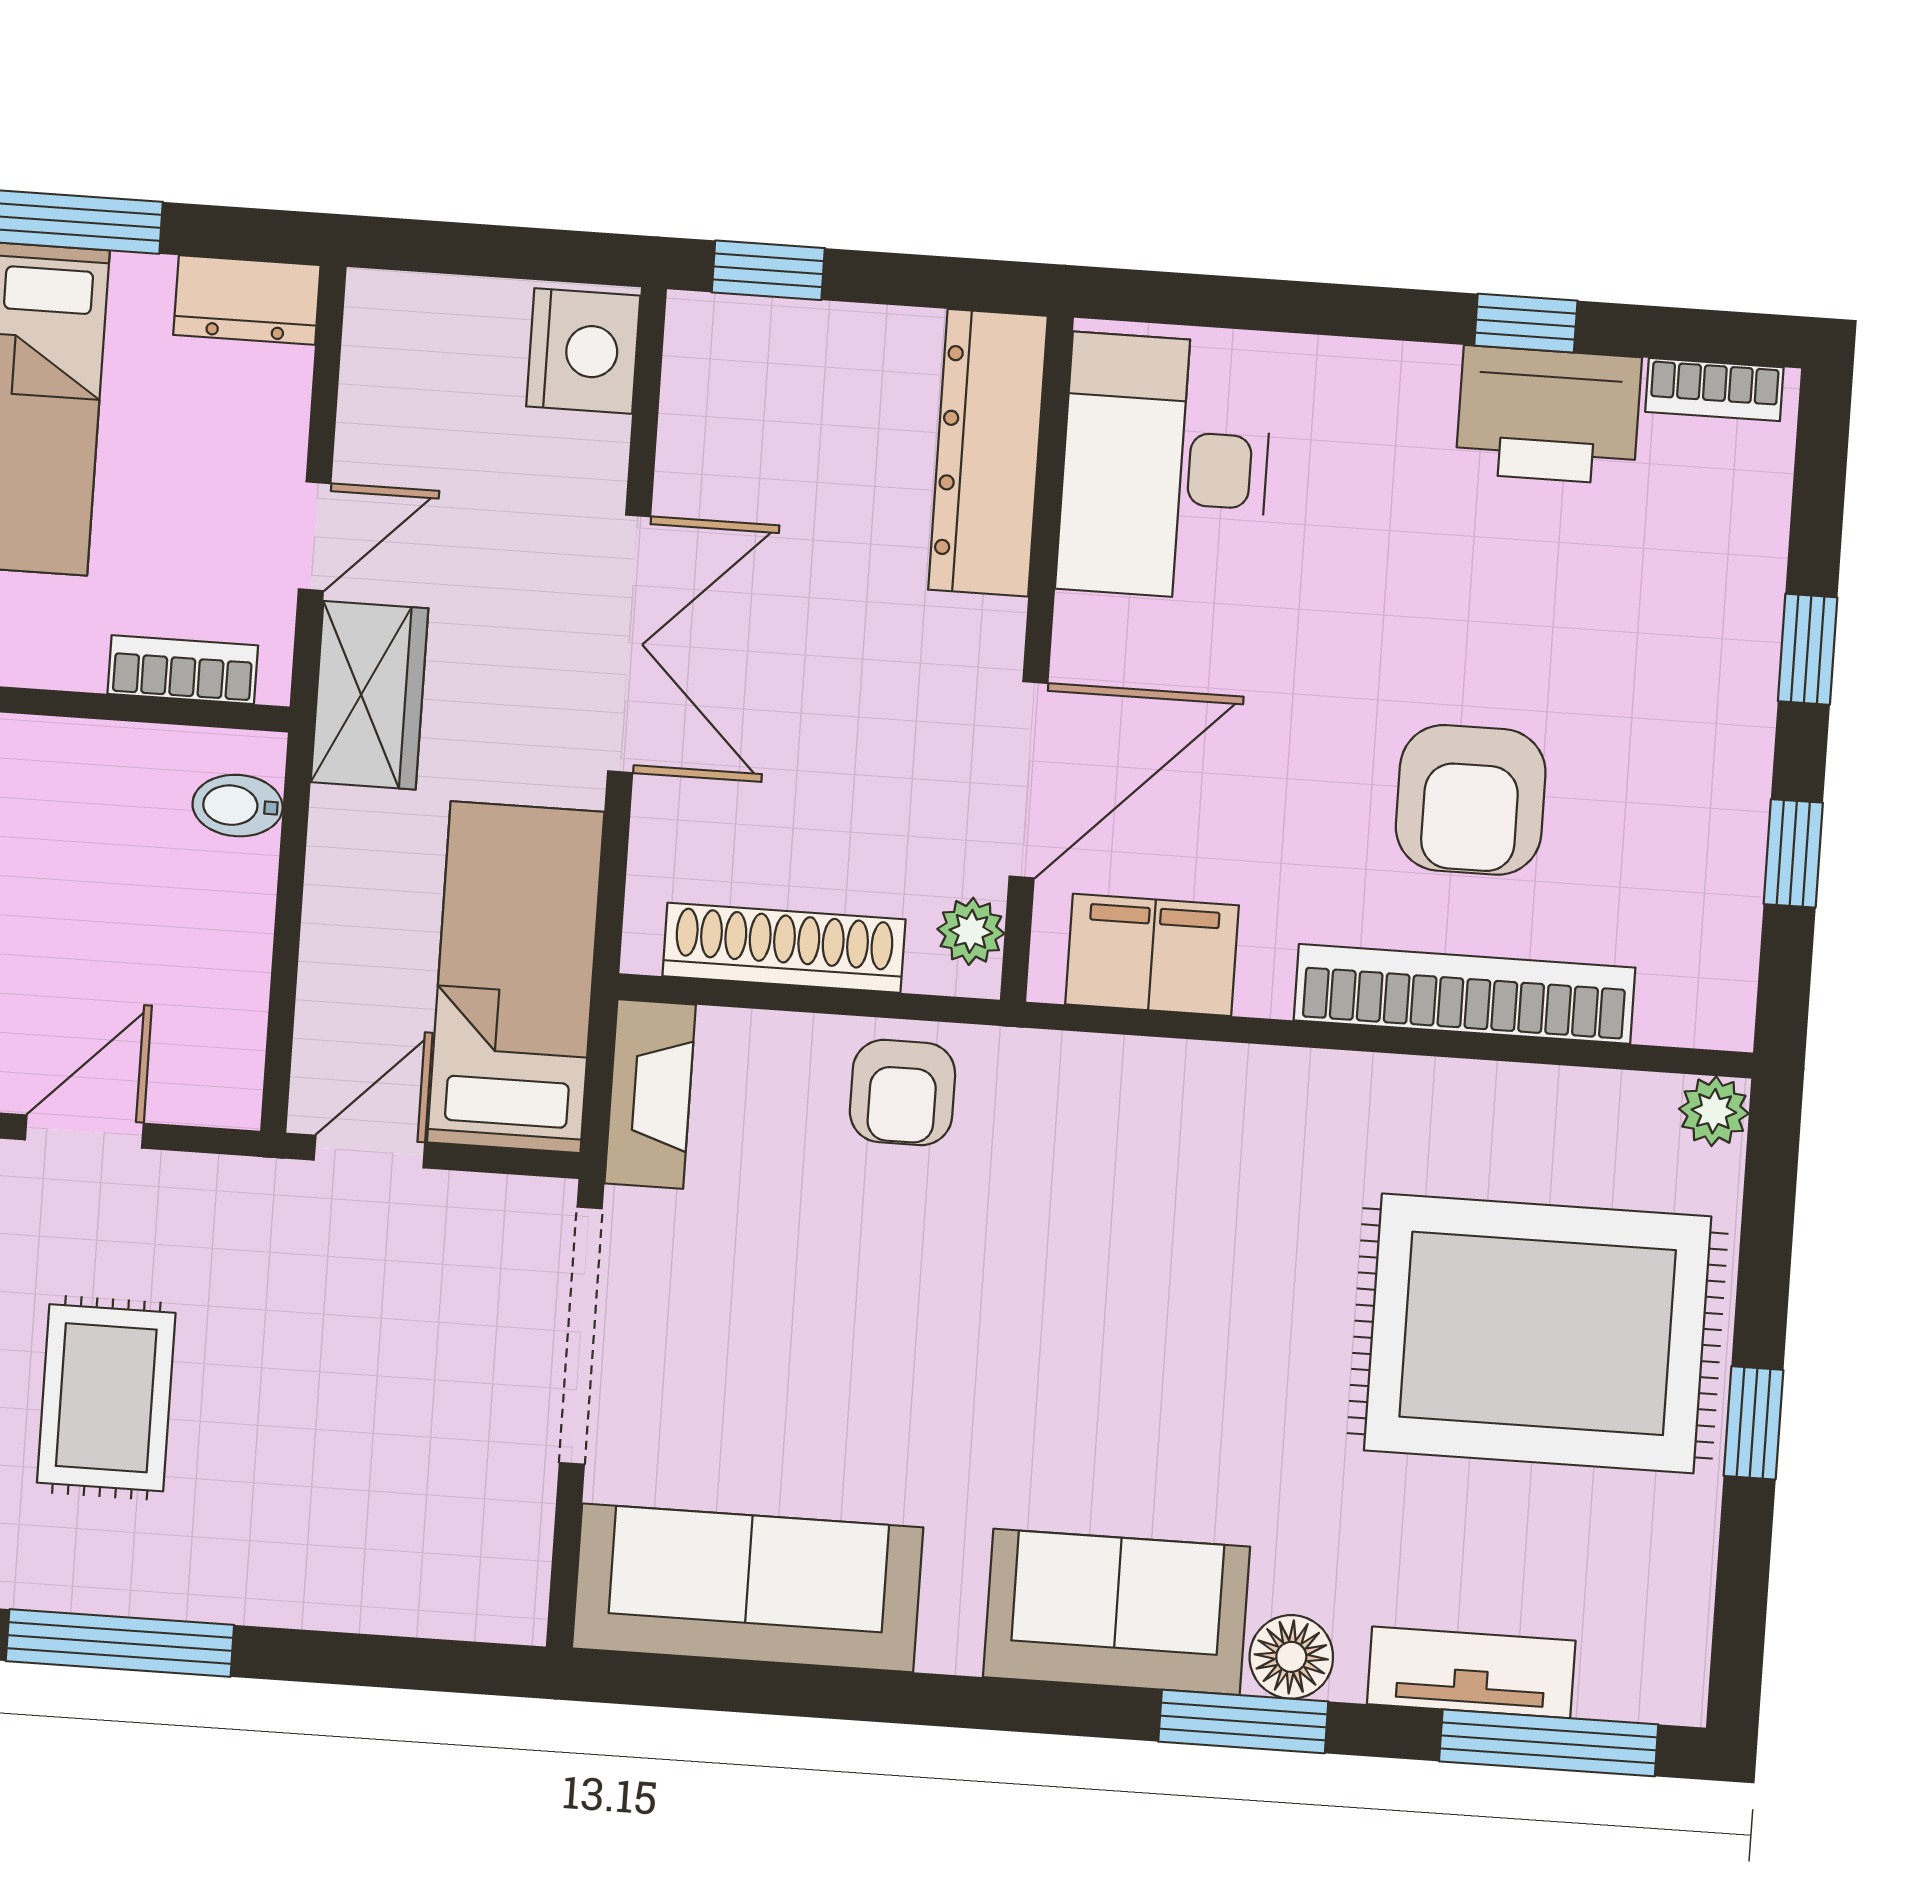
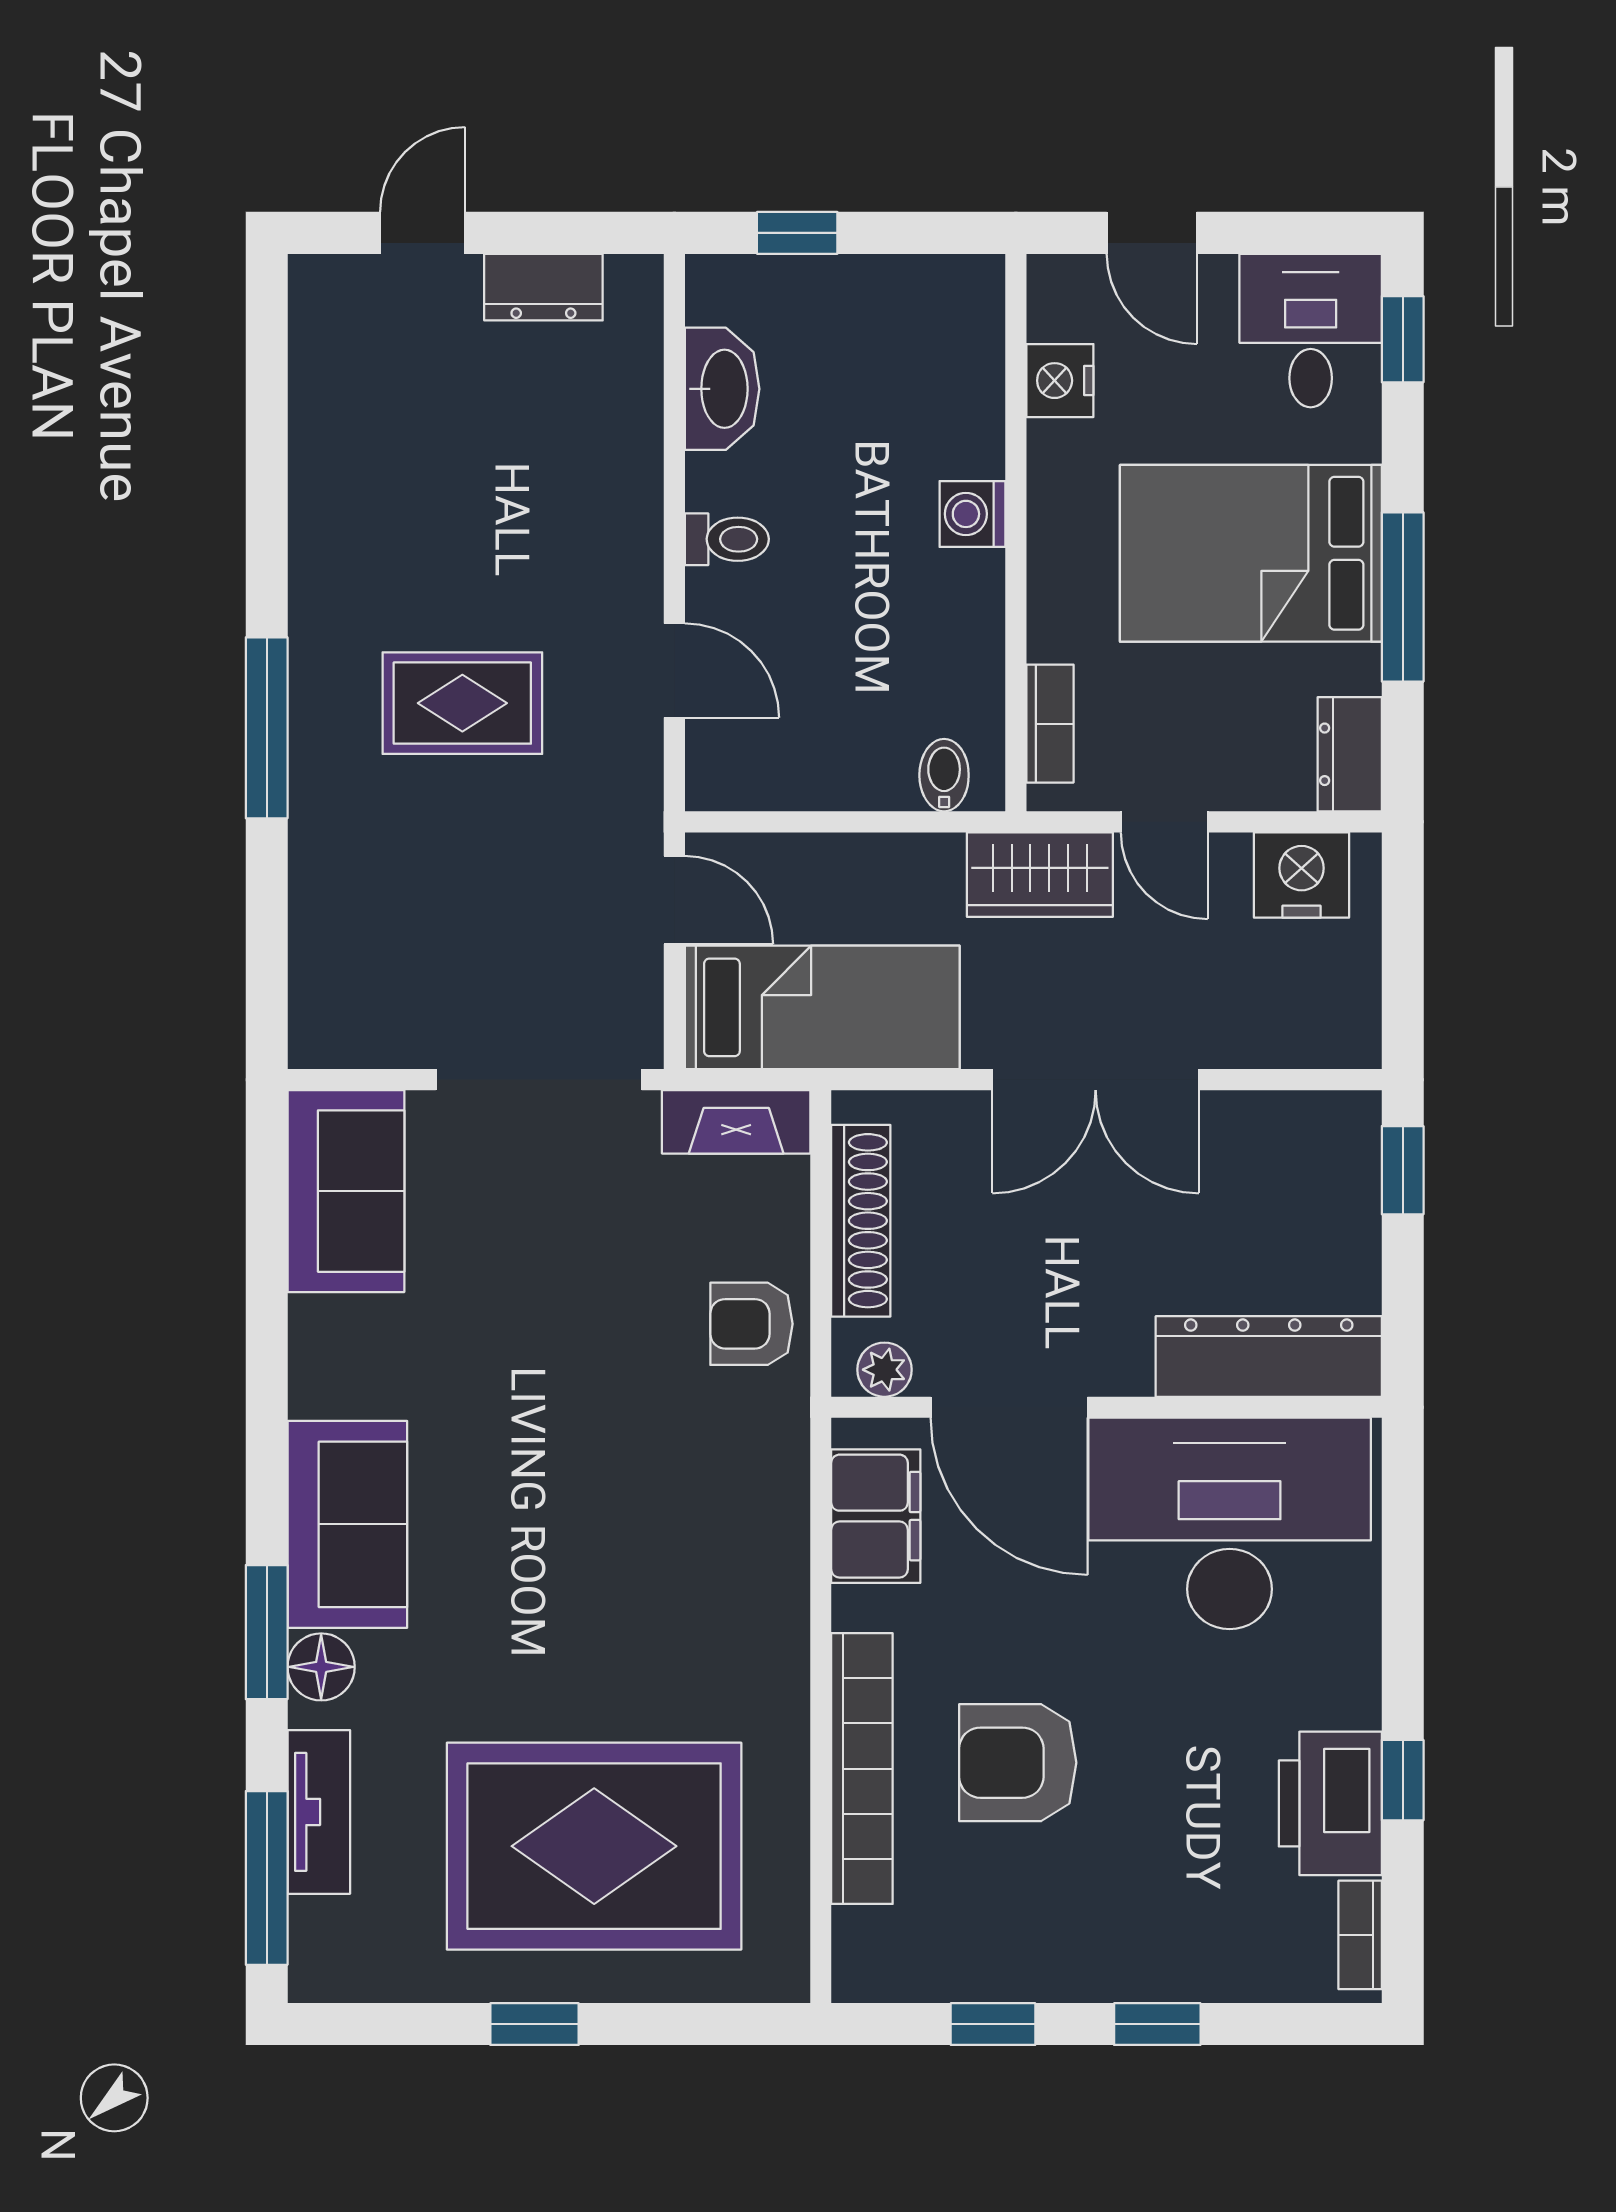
nightstand: (583, 351) -> (1302, 875), moved, turned 180
desk: (1165, 467) -> (1230, 1523), width x1.36, depth x1.30
plant: (1714, 1111) -> (782, 1975), removed
rug: (1538, 1333) -> (594, 1846), turned 90
sofa: (748, 1588) -> (346, 1191), width x0.73

